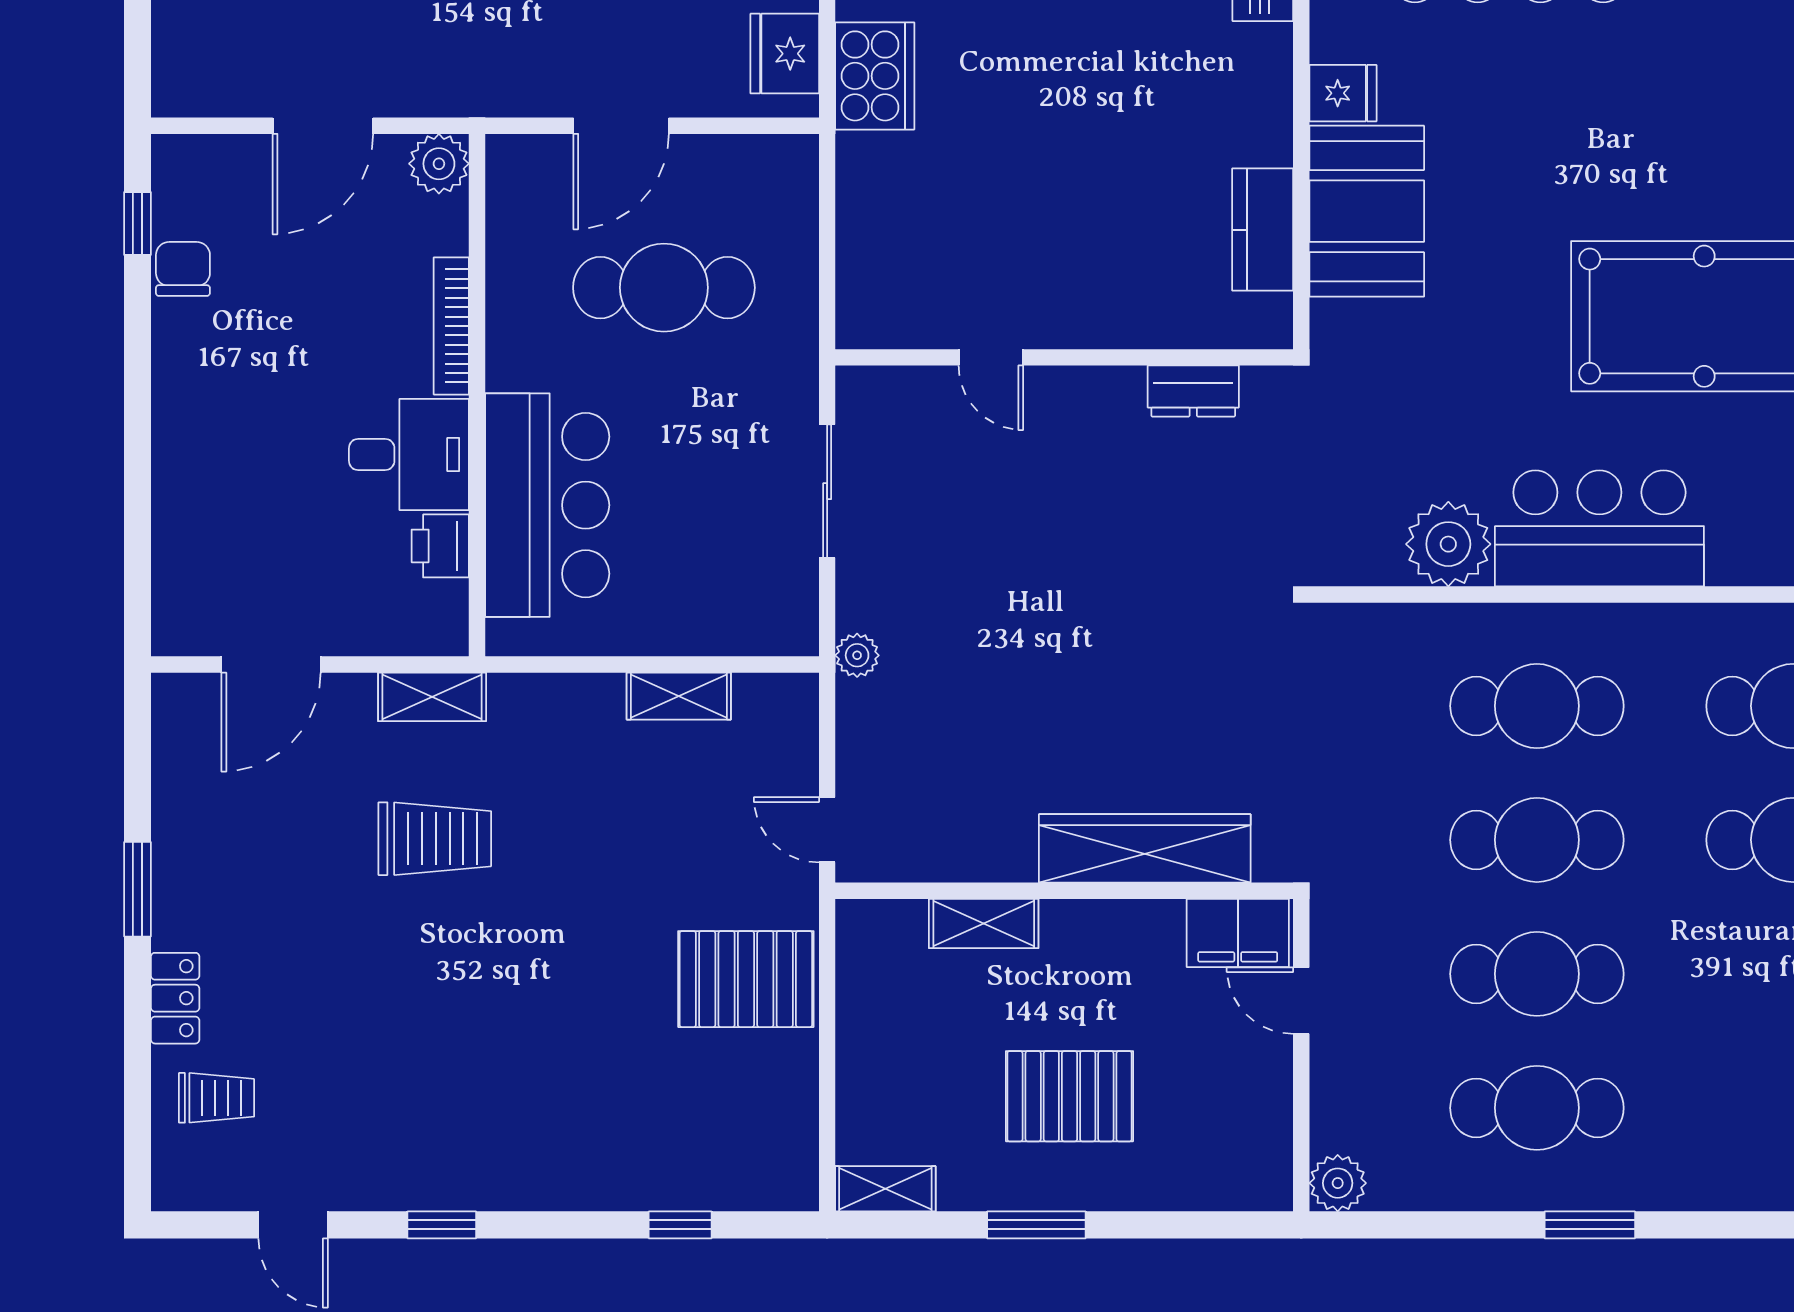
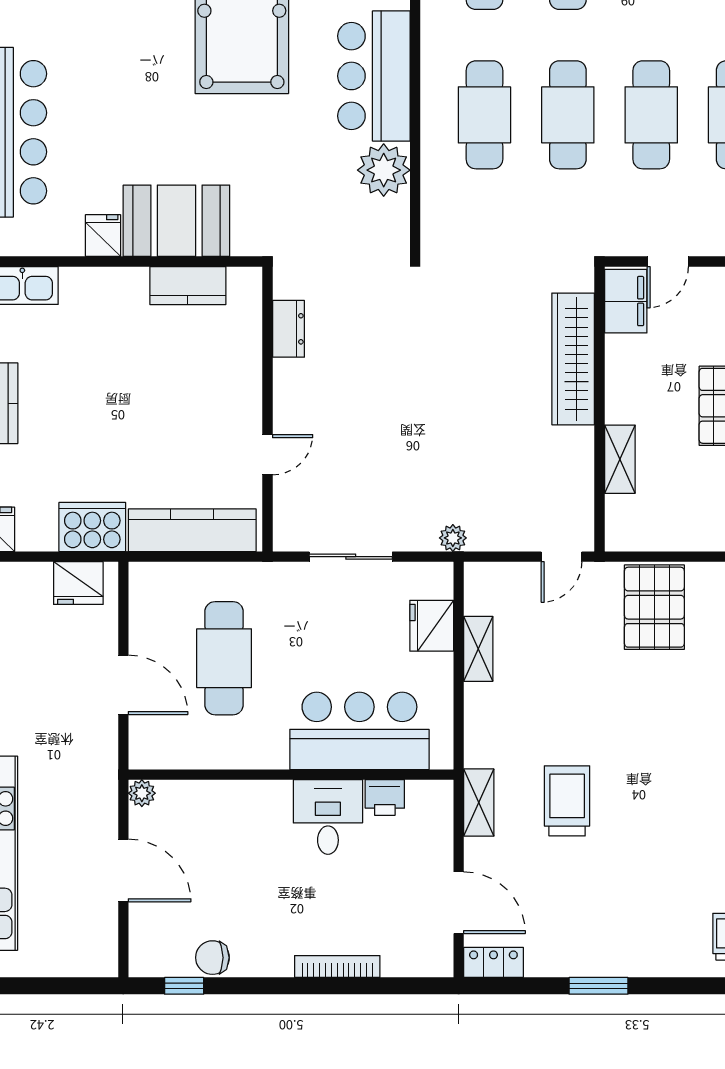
plant: (439, 164) -> (142, 793), width x0.73, depth x0.73
kitchen counter: (869, 237) -> (192, 530), added
bookcase: (451, 326) -> (337, 967), moved, turned 180
fridge: (716, 621) -> (432, 626), added
locker: (175, 998) -> (493, 962), moved

